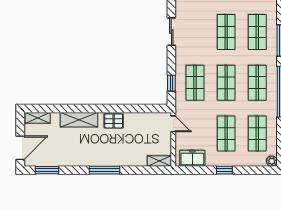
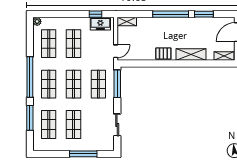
window: (171, 83) -> (117, 84), width x2.17
door: (173, 124) -> (116, 51), swing flipped
window: (47, 170) -> (204, 14), moved
window: (105, 170) -> (171, 14), width x1.46
window: (224, 170) -> (95, 14), moved

